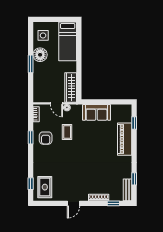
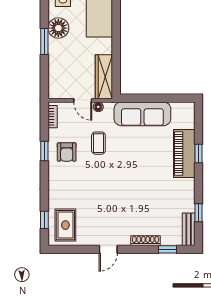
sofa: (97, 112) -> (142, 114), width x1.36
window: (134, 123) -> (198, 154), moved

